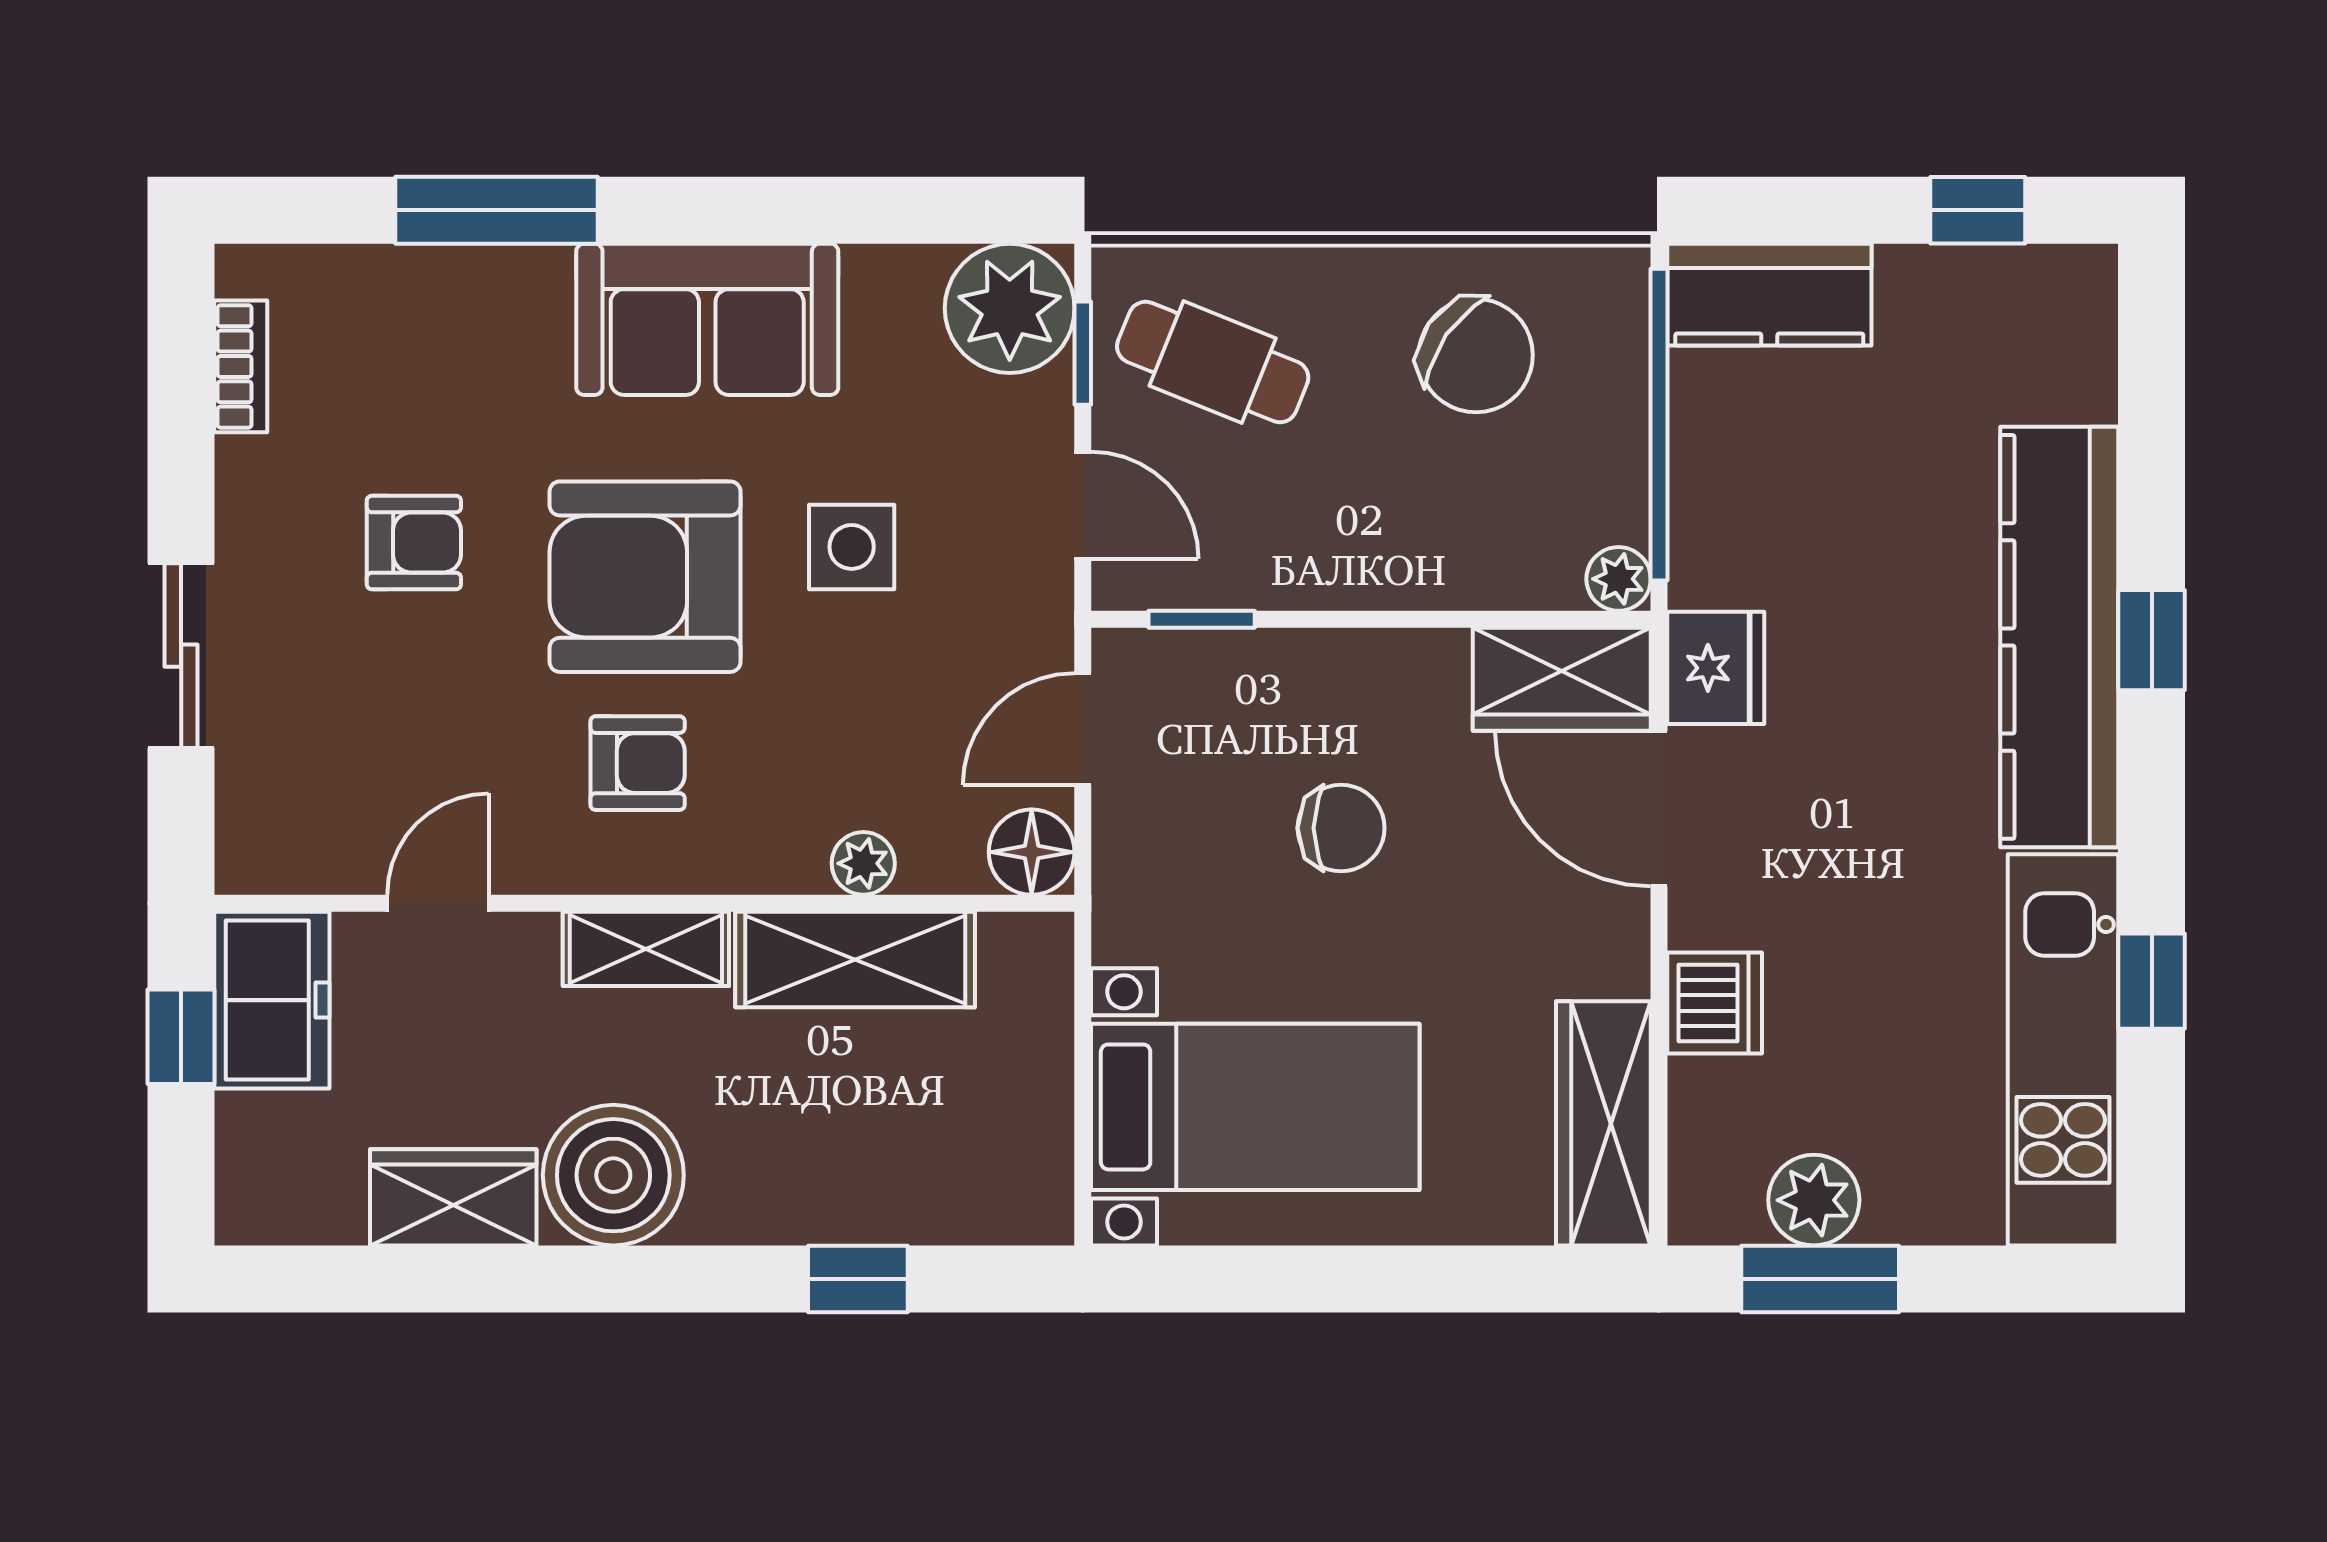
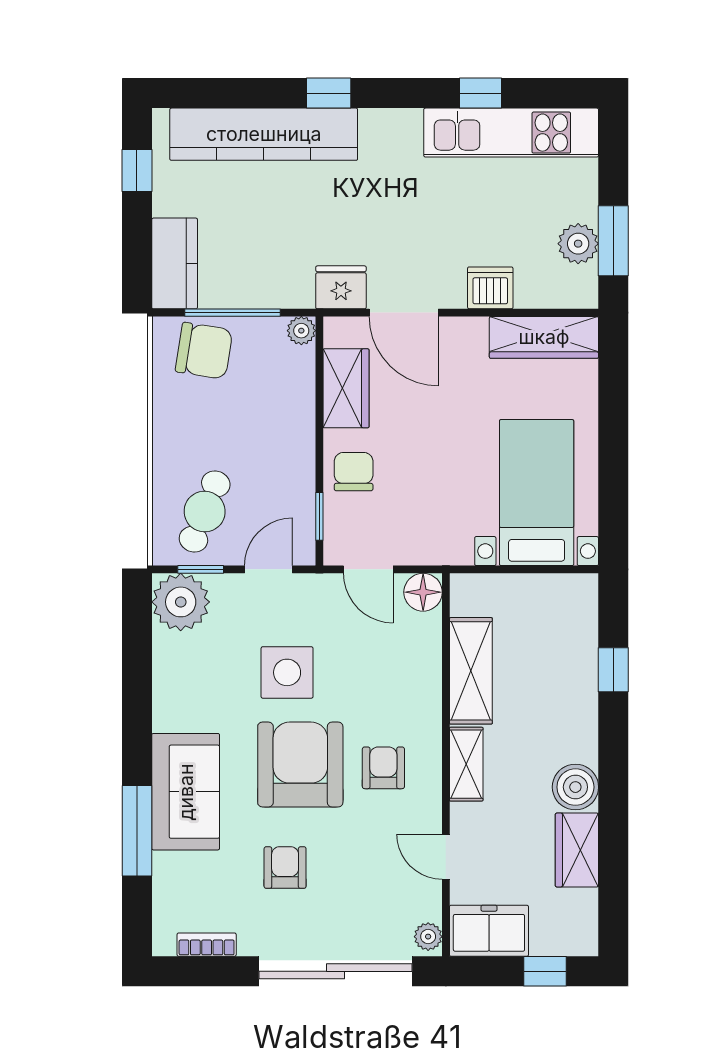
sofa: (707, 319) -> (186, 792), moved
chair: (1476, 355) -> (204, 351), moved, turned 64
window: (1659, 425) -> (232, 313), width x0.68
side table: (852, 547) -> (287, 672), width x1.37, depth x1.37
armchair: (645, 577) -> (300, 765), turned 180
kitchen counter: (2059, 637) -> (264, 134), moved
sliding door: (181, 656) -> (335, 971), width x1.86
wardrobe: (1562, 679) -> (346, 388), moved
door: (1659, 809) -> (404, 313), hinge flipped
chair: (1341, 828) -> (354, 472), moved
plant: (863, 863) -> (428, 937), moved
window: (181, 1037) -> (545, 971), moved
boiler: (613, 1175) -> (575, 787), width x0.73, depth x0.73

